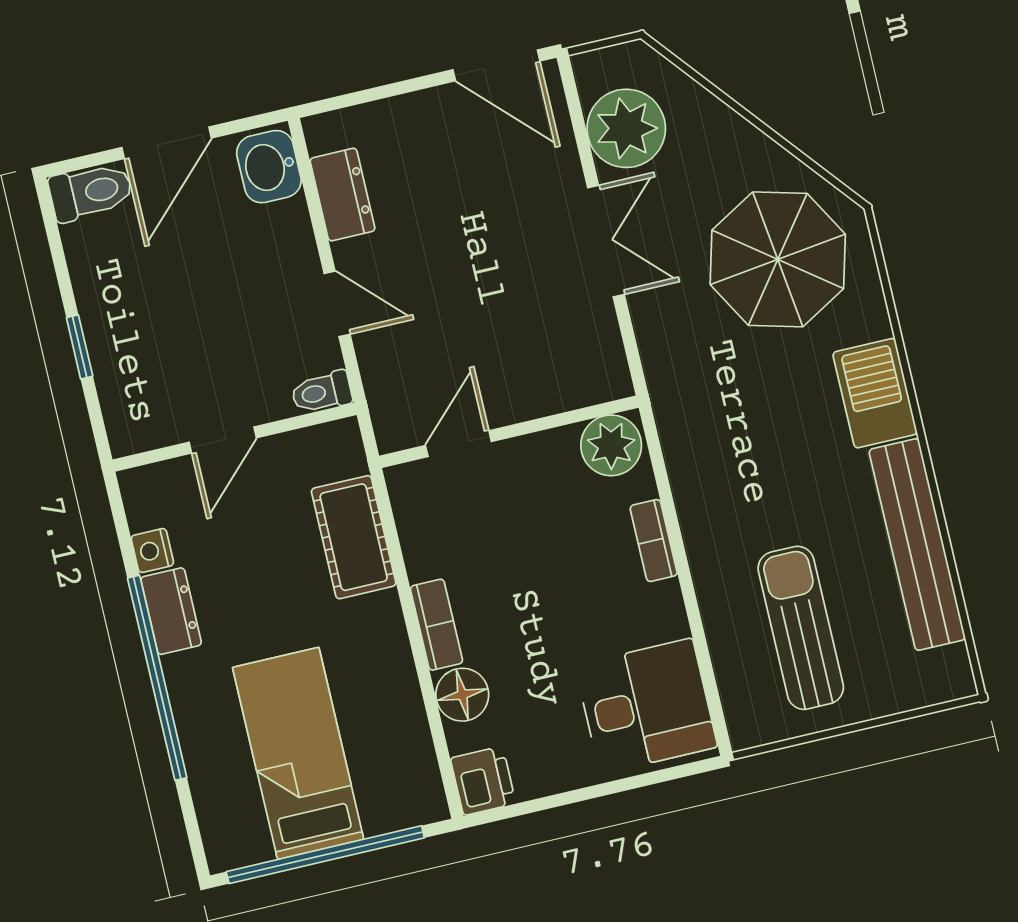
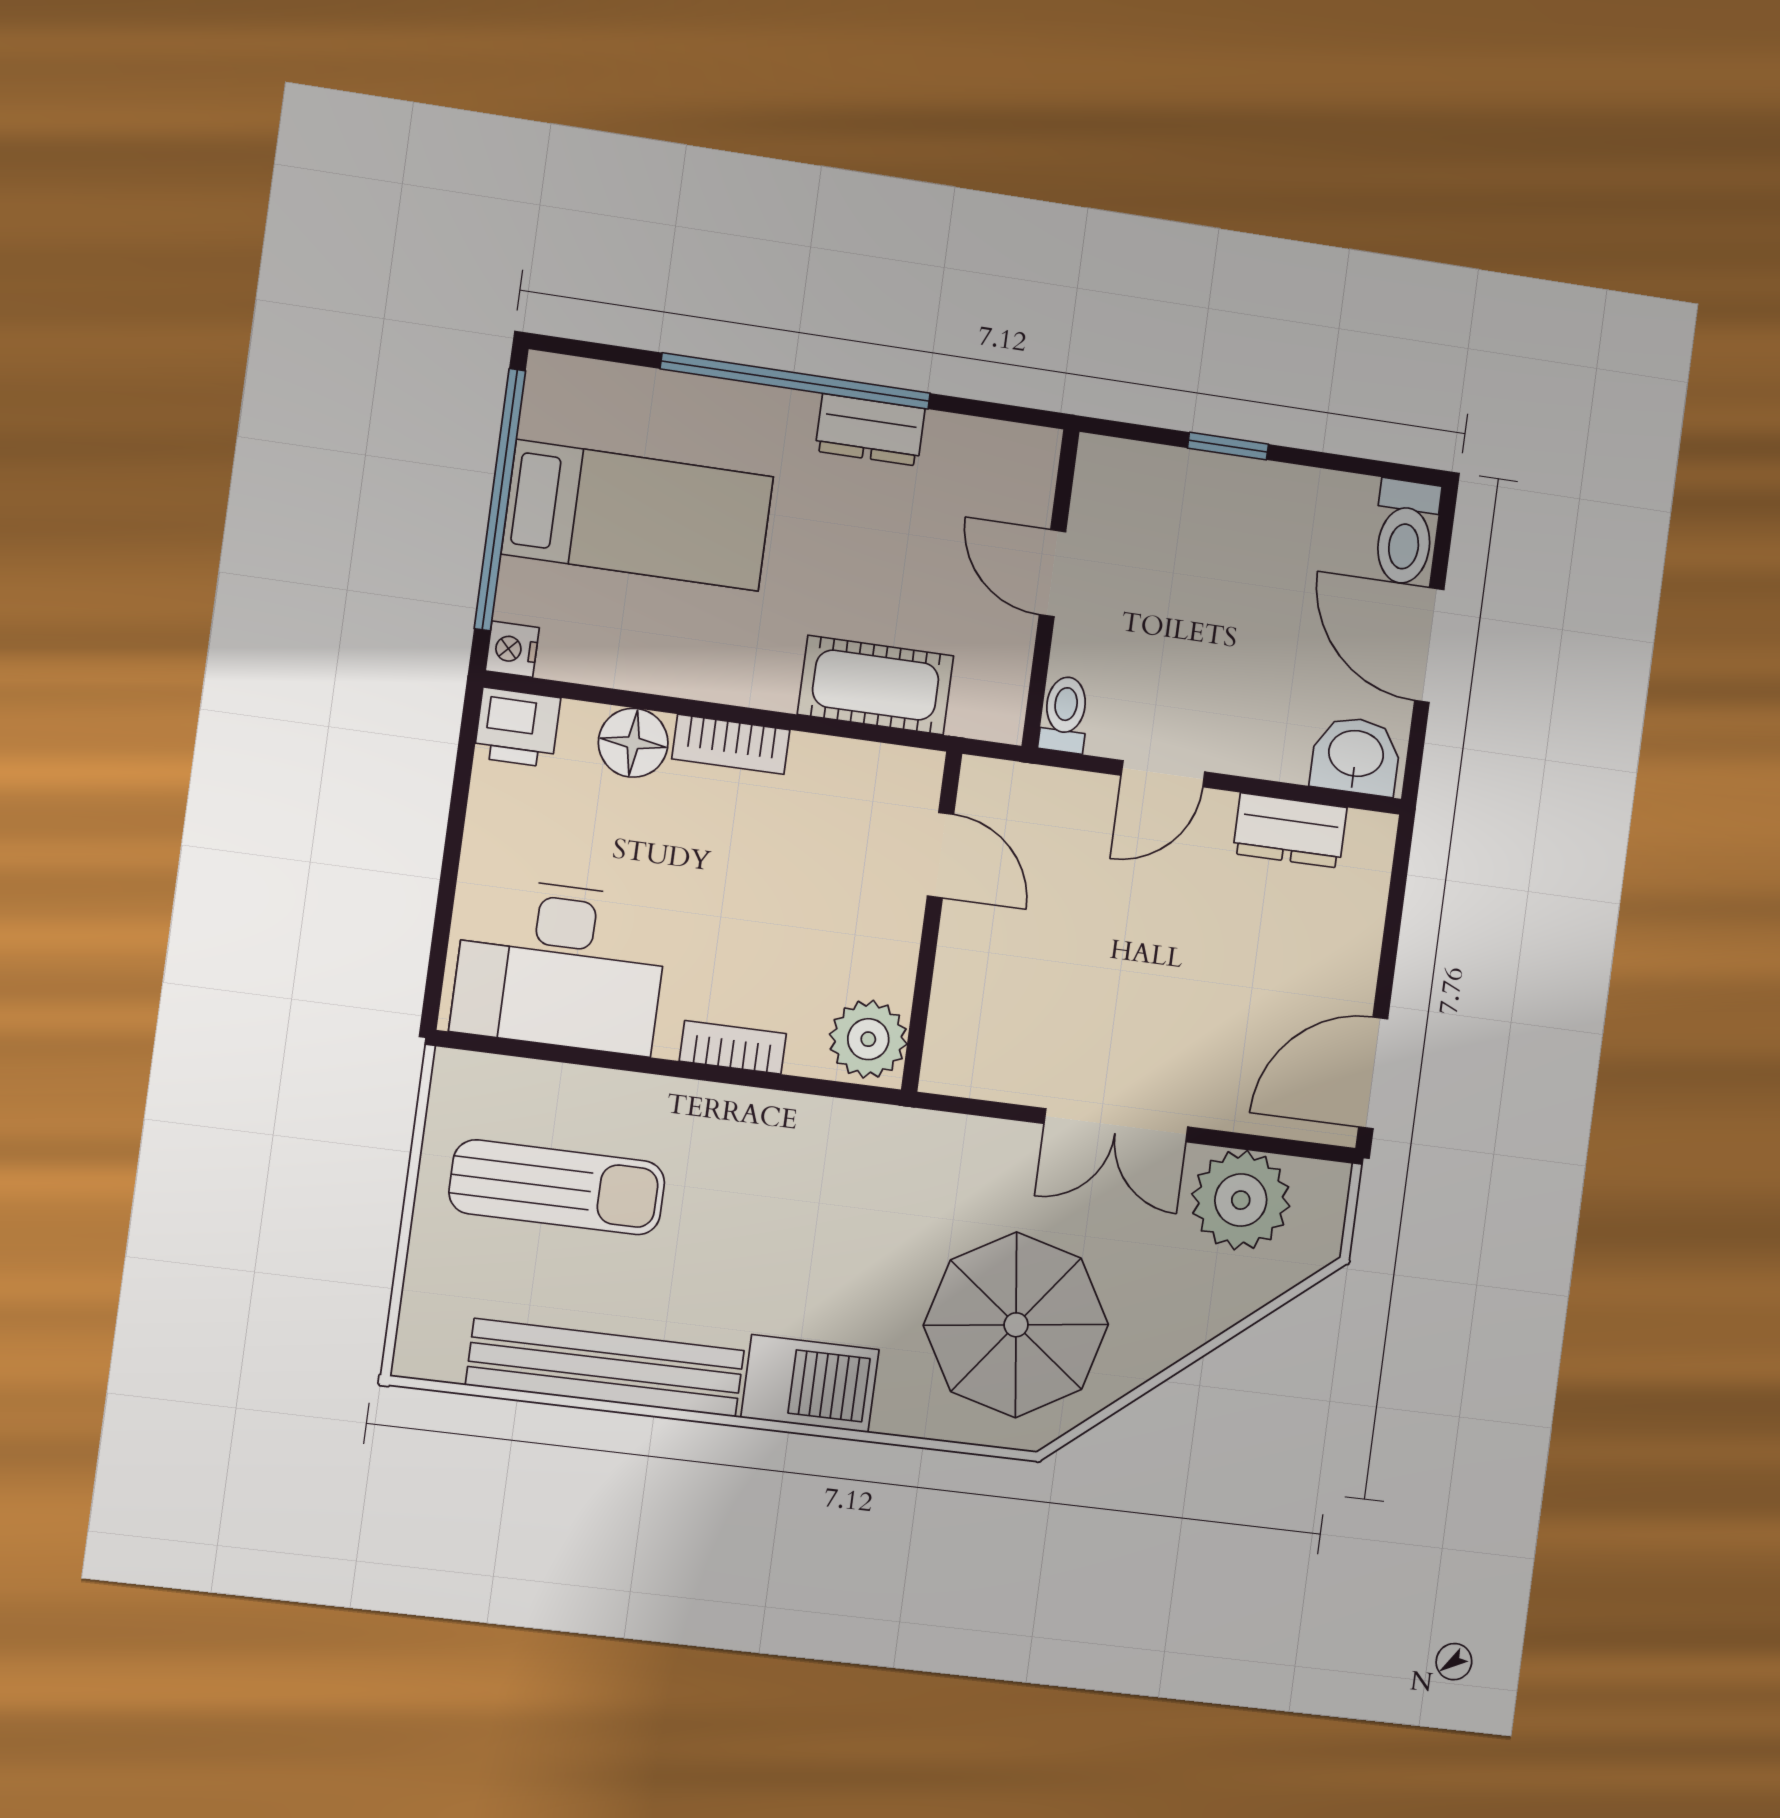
nightstand: (152, 551) -> (512, 649), moved, turned -90
desk: (646, 706) -> (560, 966), width x1.37

